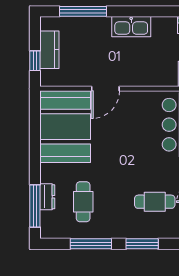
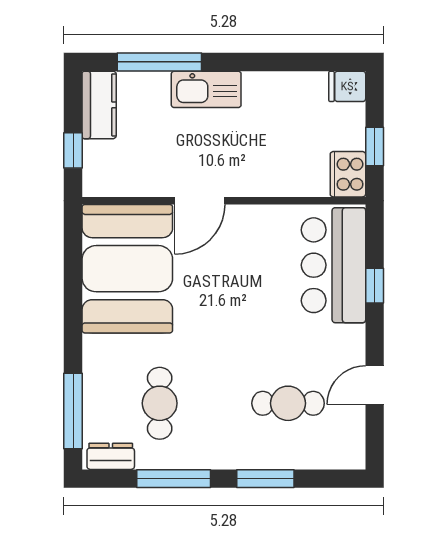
kitchen sink: (131, 27) -> (206, 89), moved
kitchen counter: (49, 50) -> (99, 105), moved
dresser: (47, 197) -> (111, 456), moved, turned -90

